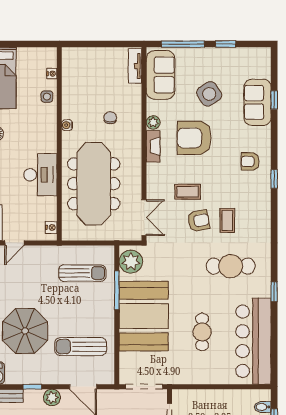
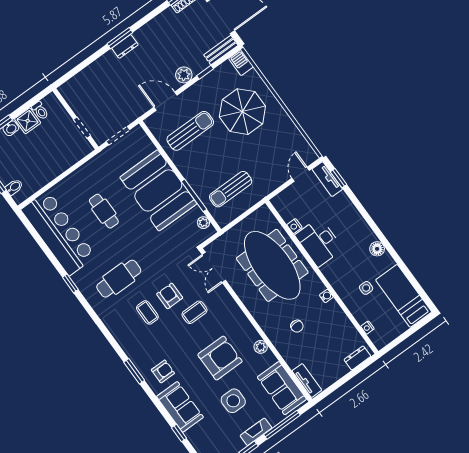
dresser: (79, 54) -> (357, 358), added
side table: (209, 94) -> (233, 401), turned 33
side table: (47, 97) -> (366, 288), moved
sofa: (258, 102) -> (180, 407), moved
fireplace: (153, 146) -> (256, 432), moved, turned 90
window: (274, 179) -> (134, 371), width x1.50
armchair: (199, 221) -> (170, 296), turned 100
nightstand: (51, 227) -> (294, 226), moved
plant: (131, 262) -> (203, 223), width x0.53, depth x0.53
doorway: (144, 387) -> (118, 136), width x0.73

